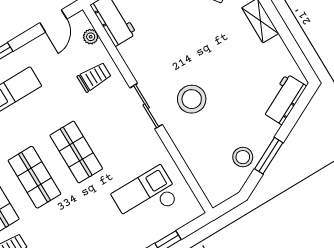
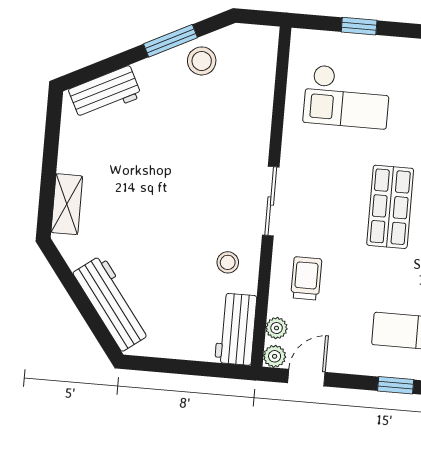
plant: (80, 20) -> (275, 356), added
trolley: (94, 77) -> (306, 278), turned 90
stool: (192, 99) -> (228, 262), moved, width x0.53, depth x0.53

